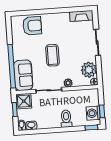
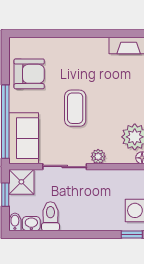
armchair: (32, 26) -> (29, 74), moved
toilet: (66, 119) -> (50, 216), moved

